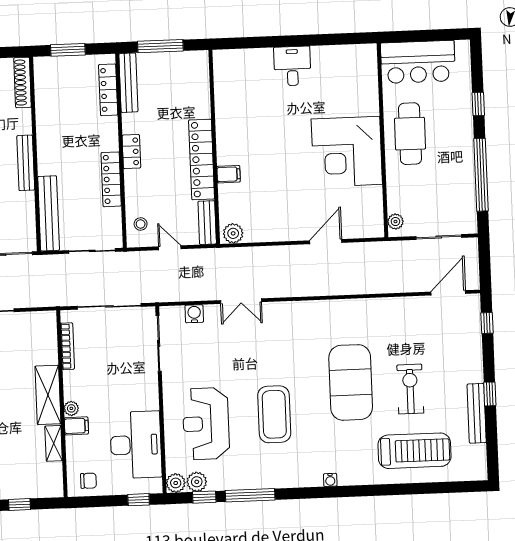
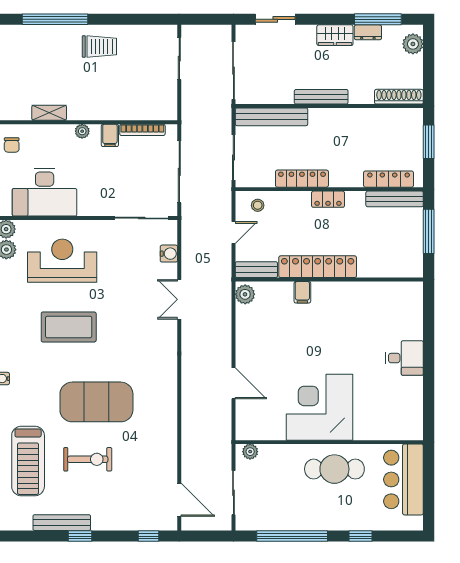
shelving: (48, 395) -> (96, 109), removed
filing cabinet: (76, 426) -> (110, 135), moved

